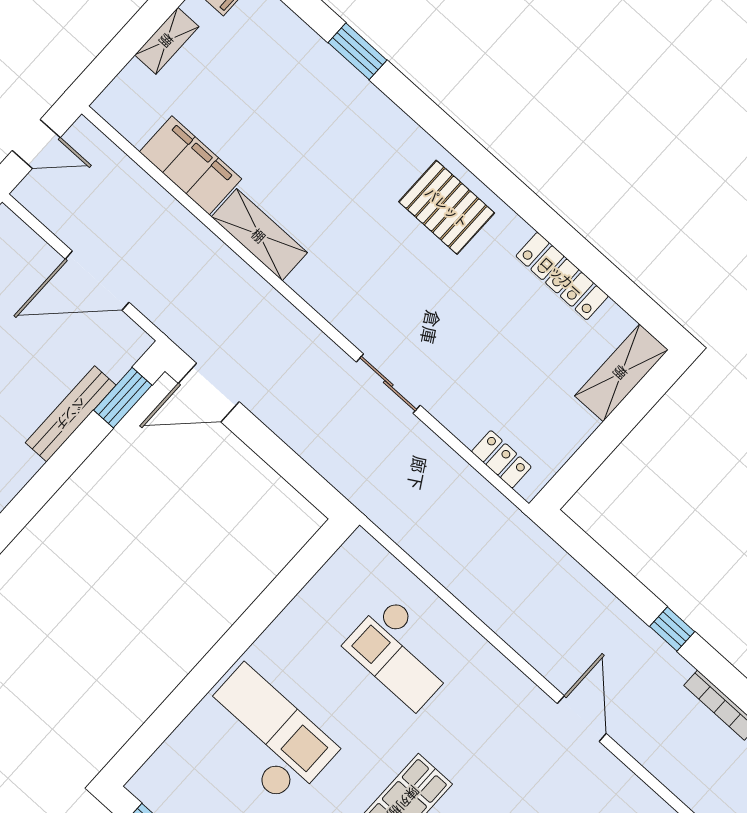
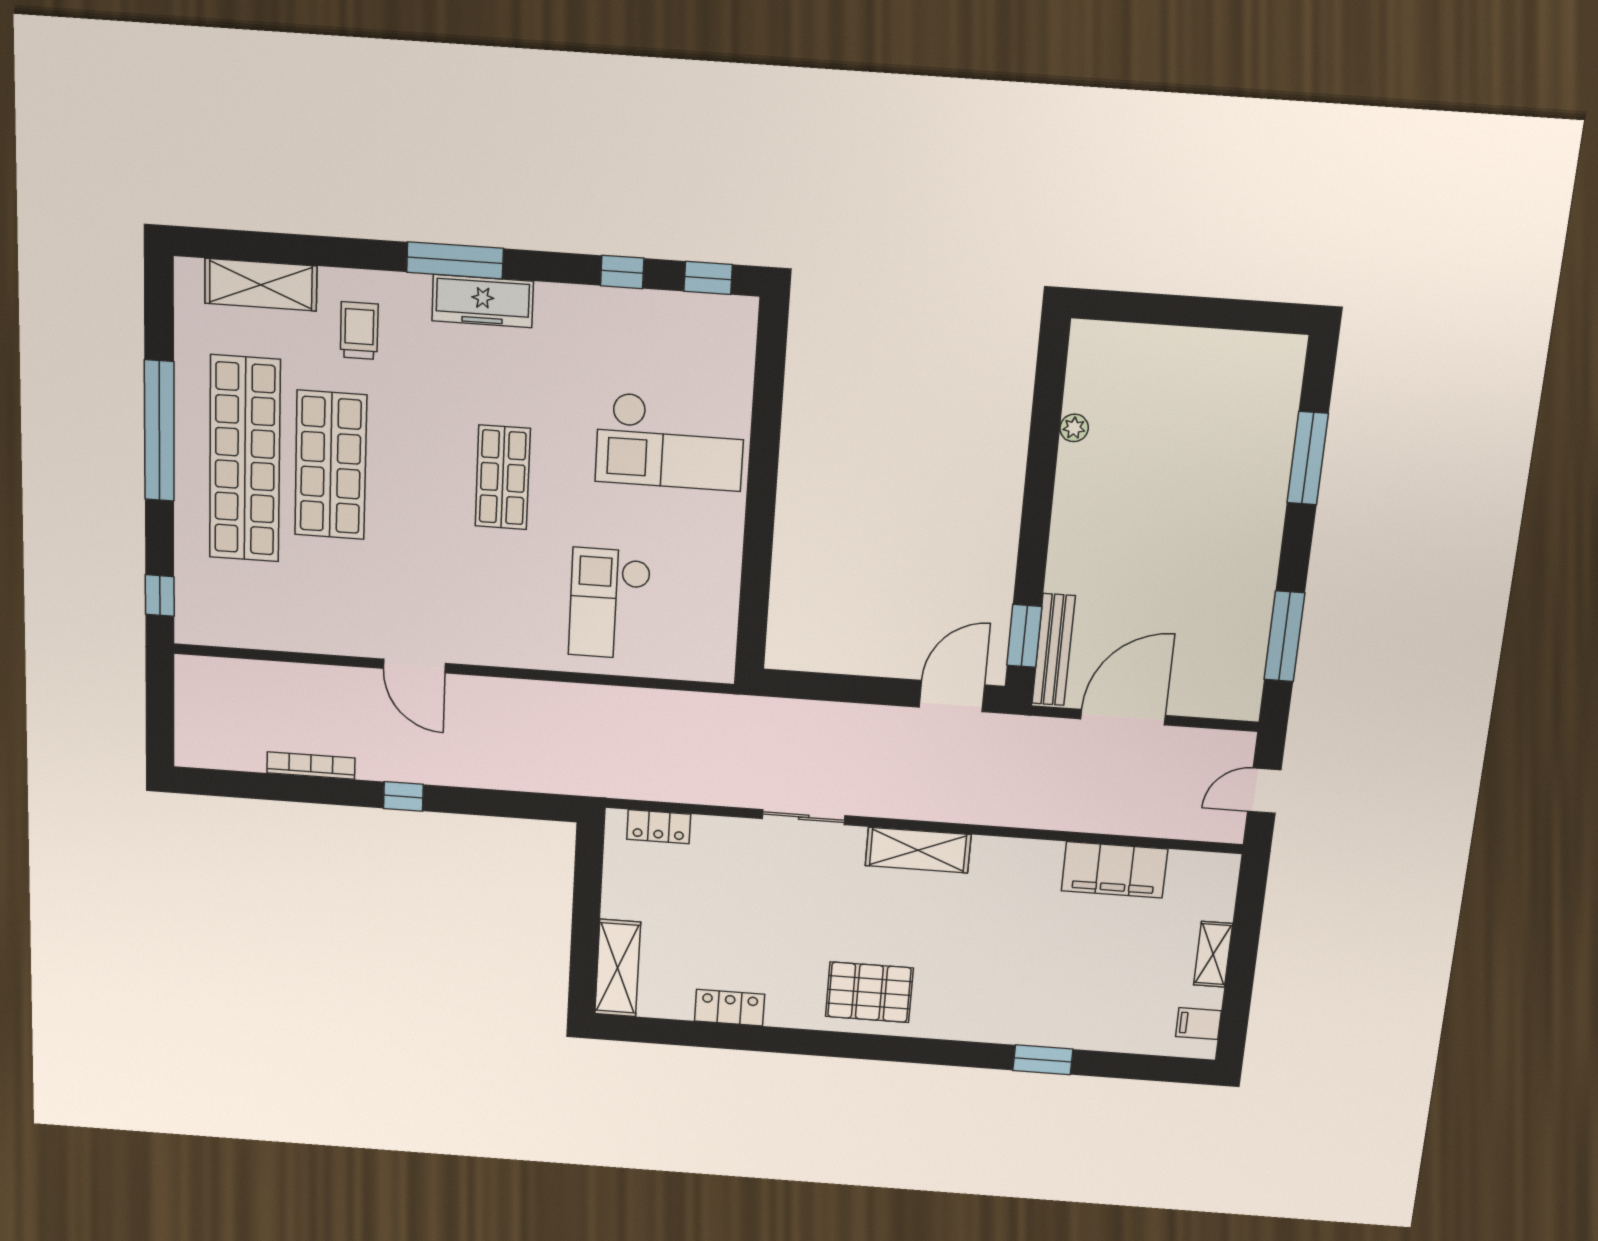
shelving: (259, 235) -> (918, 850), moved
locker: (562, 276) -> (730, 1008), width x0.66
bench: (71, 414) -> (1054, 650), moved
checkout: (402, 653) -> (609, 604), turned -90

